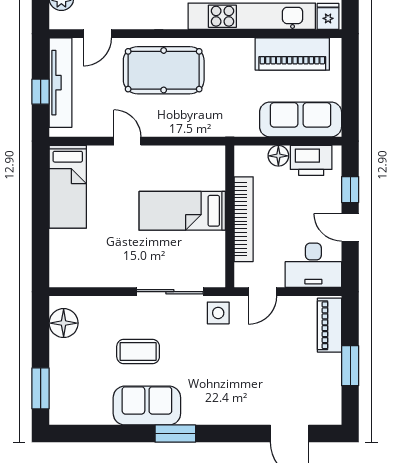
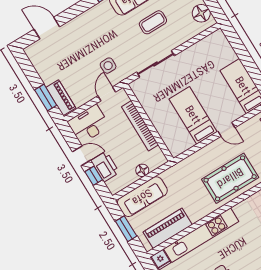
window: (350, 89) -> (126, 229), added
printer: (311, 160) -> (105, 167), moved, turned 90
bed: (182, 211) -> (193, 115), moved, turned -90
side table: (218, 313) -> (108, 66), moved
window: (350, 366) -> (46, 98), moved

